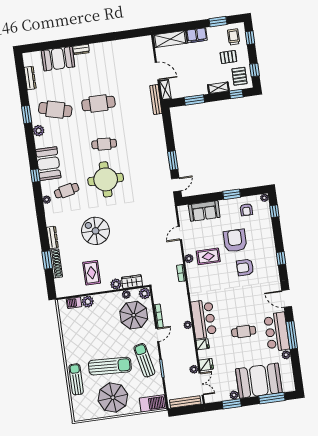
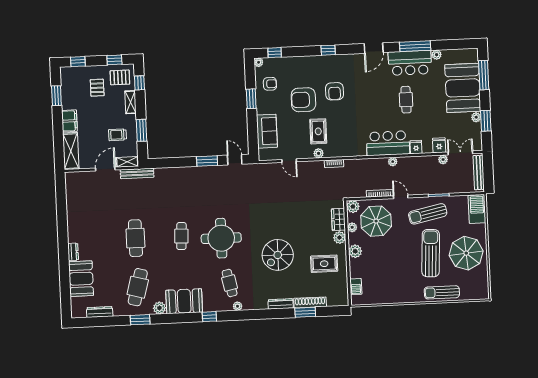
trolley: (234, 37) -> (118, 135), moved
booth: (48, 164) -> (184, 301), moved
plant: (88, 302) -> (355, 251), moved

